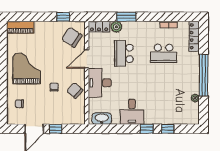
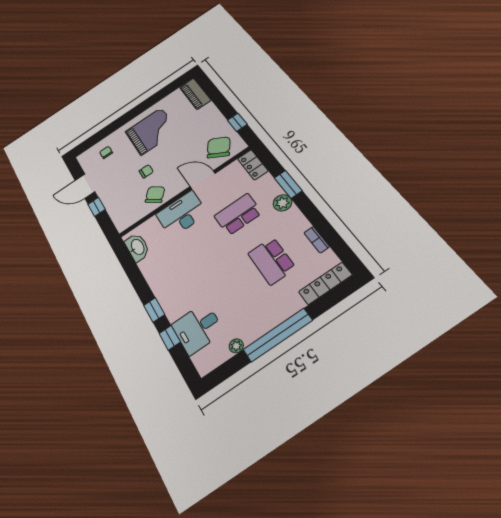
plant: (116, 27) -> (282, 203), moved
desk: (132, 112) -> (198, 328), moved

